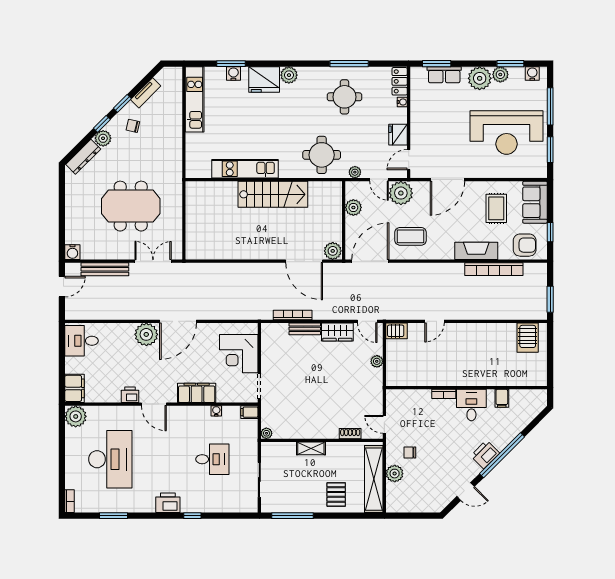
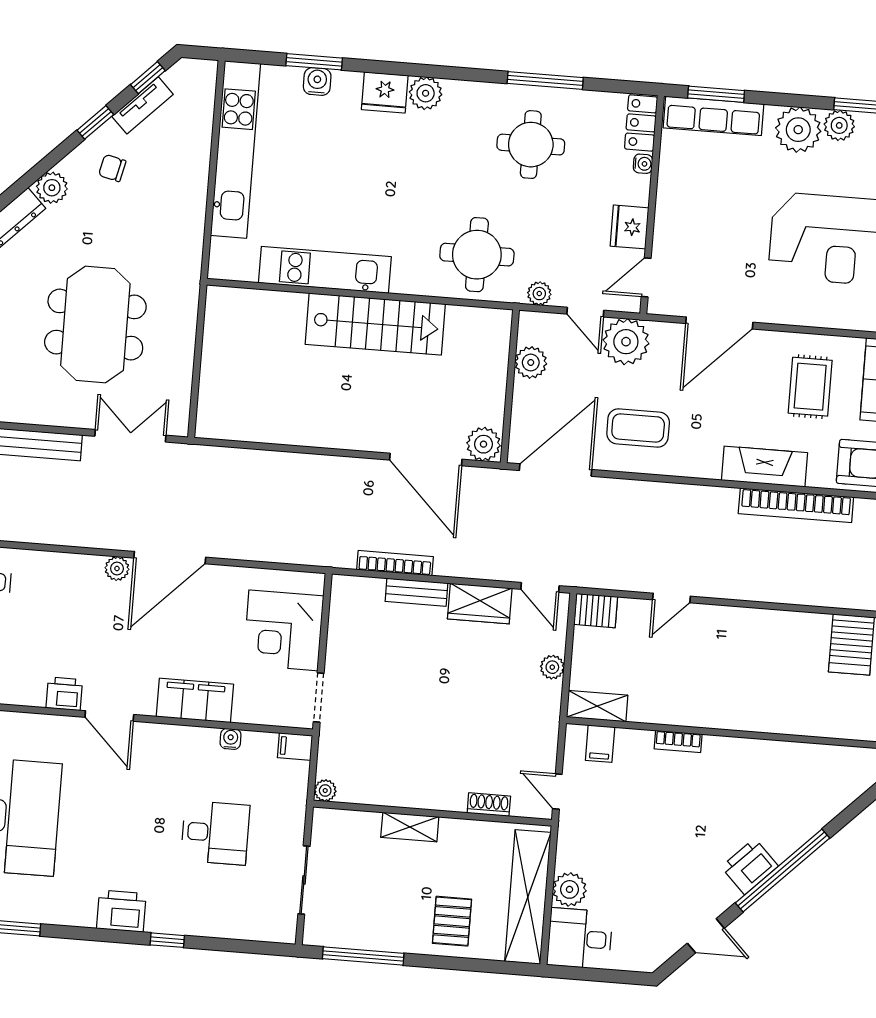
row of seats: (444, 75) -> (714, 116), width x1.48
fridge: (264, 80) -> (385, 92), width x0.73, depth x0.75
kitchen unit: (195, 99) -> (236, 149), width x1.36
window: (102, 124) -> (148, 78), moved
meeting table: (131, 206) -> (95, 325), turned 90
plant: (146, 334) -> (117, 569), width x0.53, depth x0.53
shelving: (401, 379) -> (597, 706), added
filing cabinet: (502, 398) -> (600, 744), moved
desk: (471, 405) -> (580, 939), moved, turned -90
chair: (410, 453) -> (603, 851), removed

